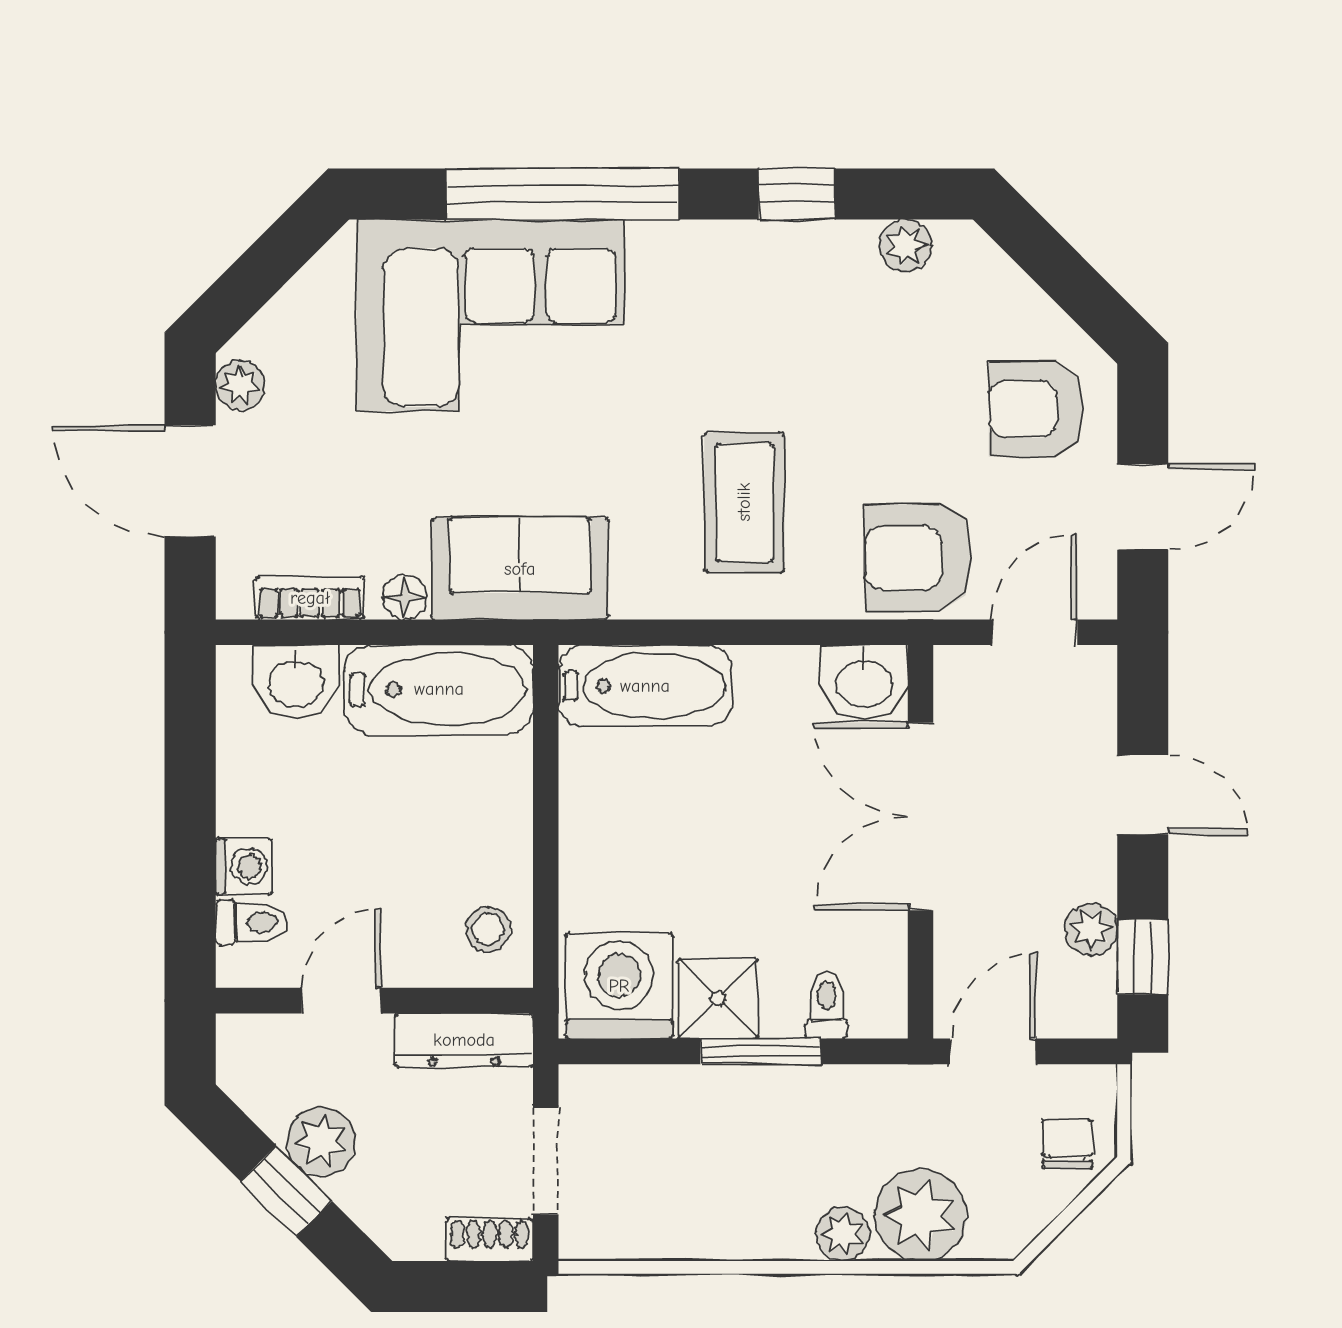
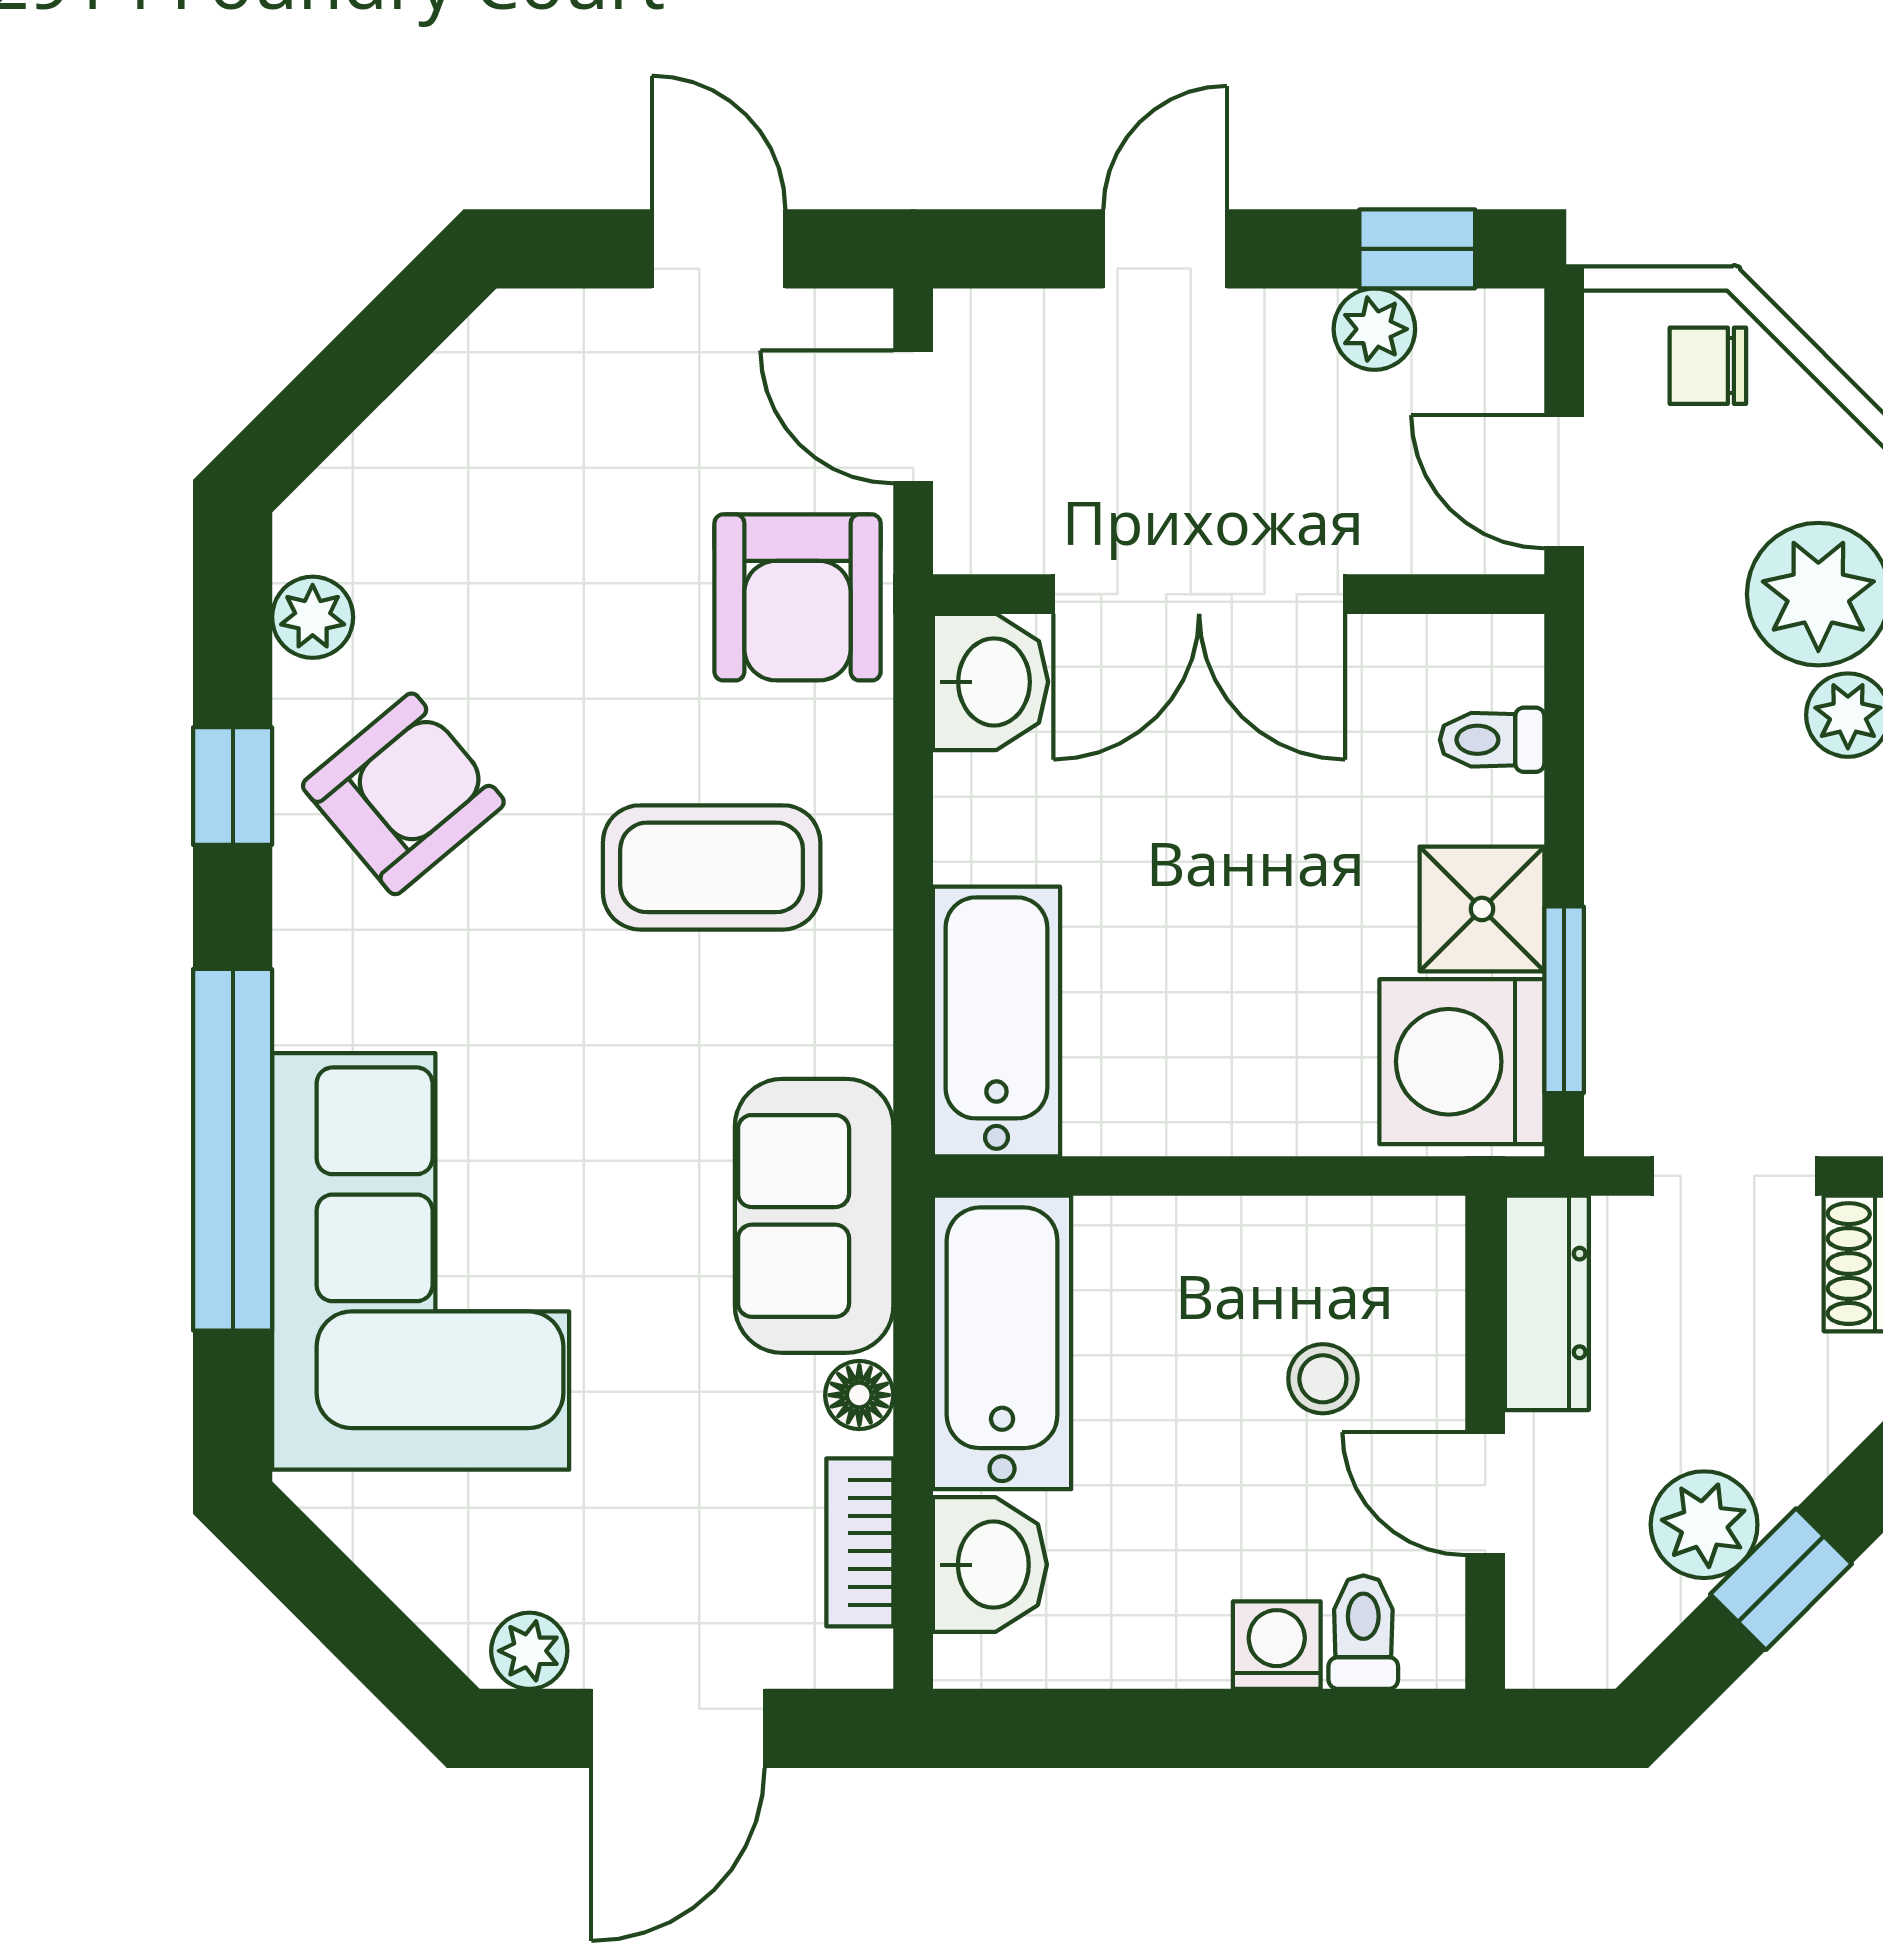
armchair: (1036, 409) -> (403, 794), moved, turned -130
stool: (488, 929) -> (1323, 1379), moved
window: (761, 1051) -> (1564, 1000), moved

